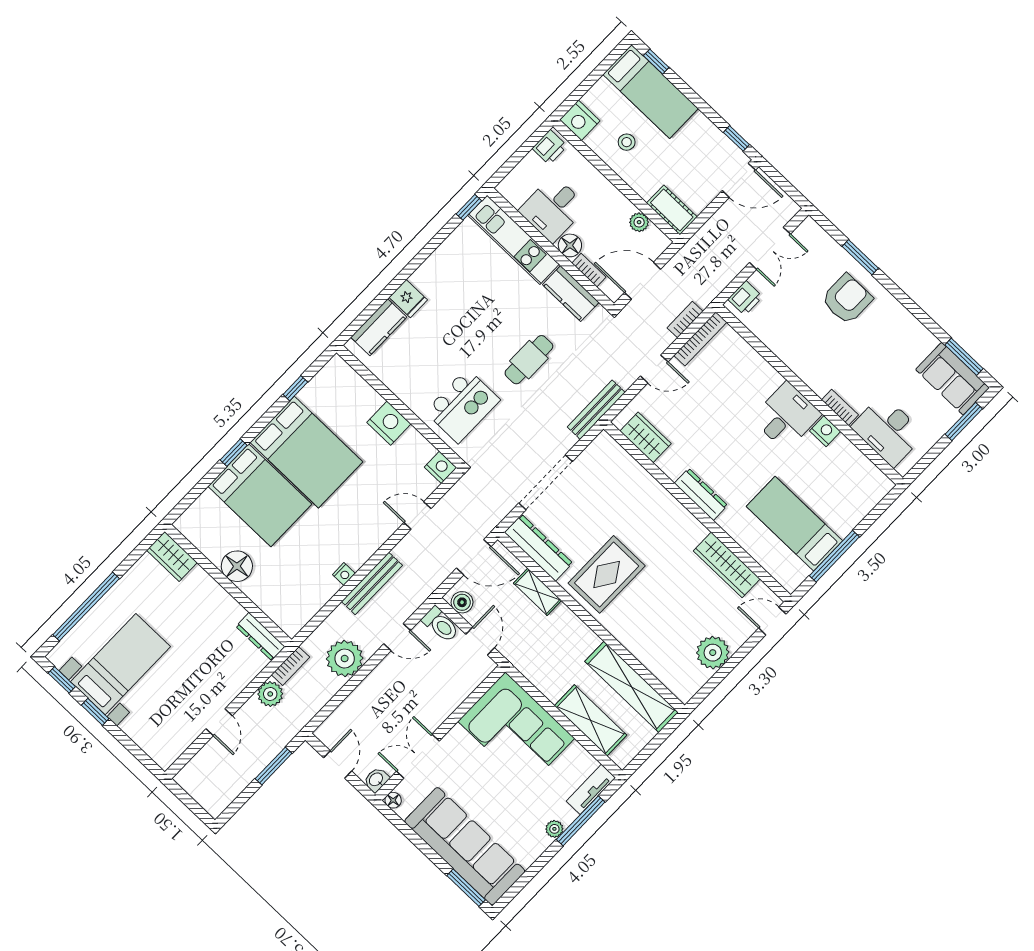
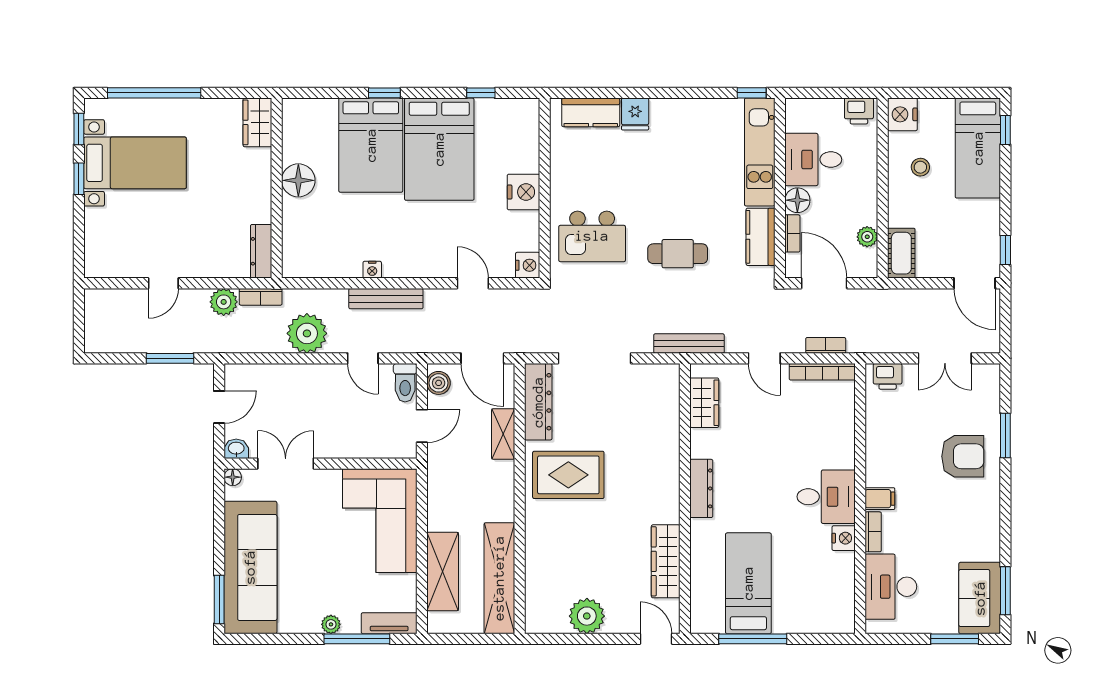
filing cabinet: (822, 382) -> (880, 499), added

